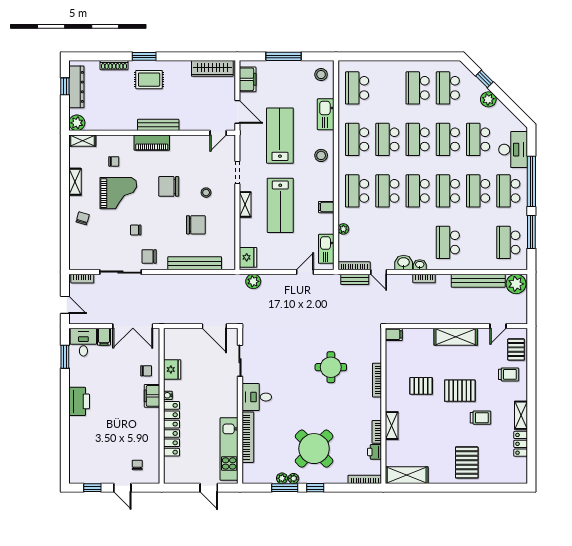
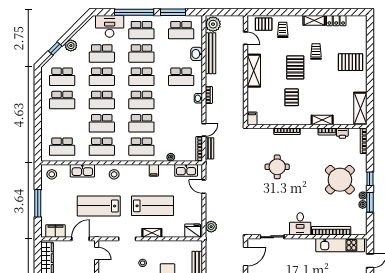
washbasin: (404, 263) -> (197, 54), moved

